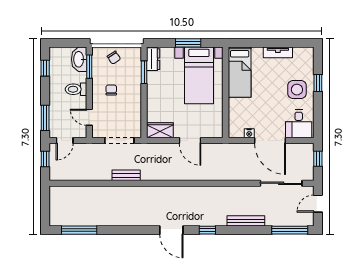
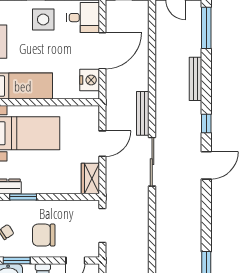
chair: (111, 90) -> (44, 235), width x1.87, depth x1.87
nightstand: (249, 133) -> (90, 80), width x1.89, depth x1.79
bench: (126, 175) -> (143, 113), moved, width x1.36
sliding door: (281, 183) -> (152, 162), moved

